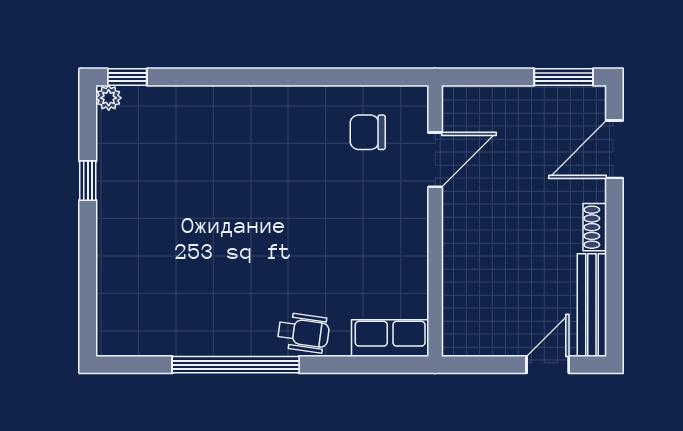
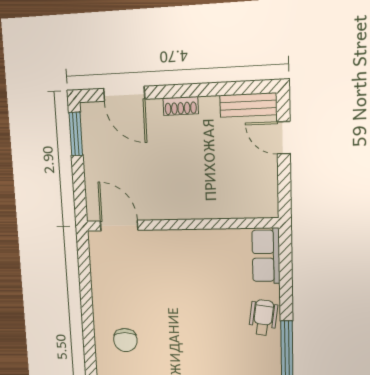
chair: (368, 132) -> (125, 340), moved
door: (435, 160) -> (119, 226), moved
bench: (592, 305) -> (248, 105), width x0.73

